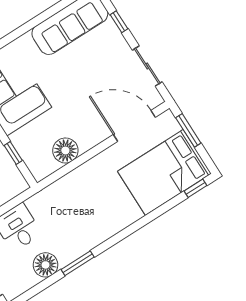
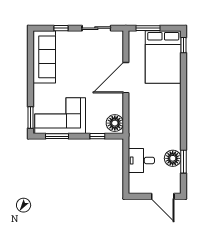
door: (134, 126) -> (126, 78), moved
floor lamp: (65, 150) -> (115, 123), moved
window: (78, 263) -> (183, 162), moved

